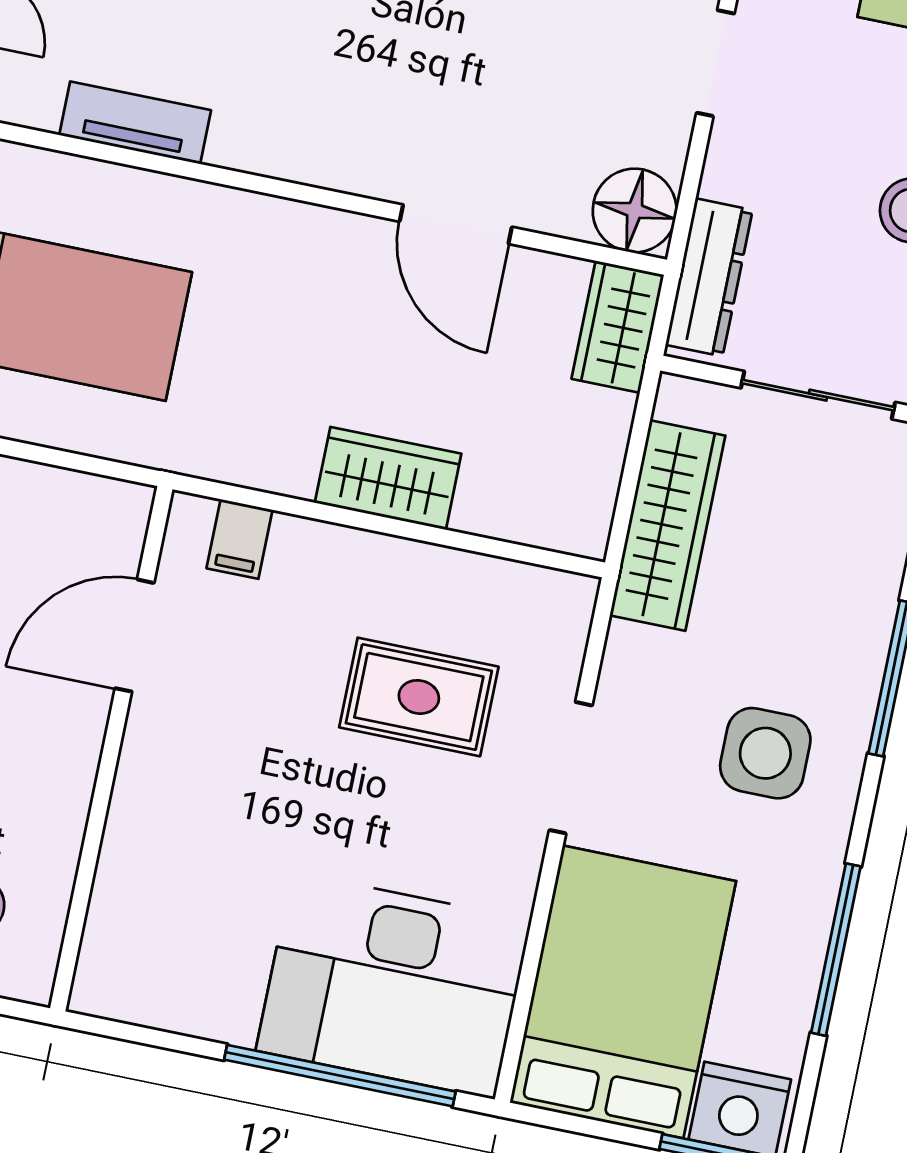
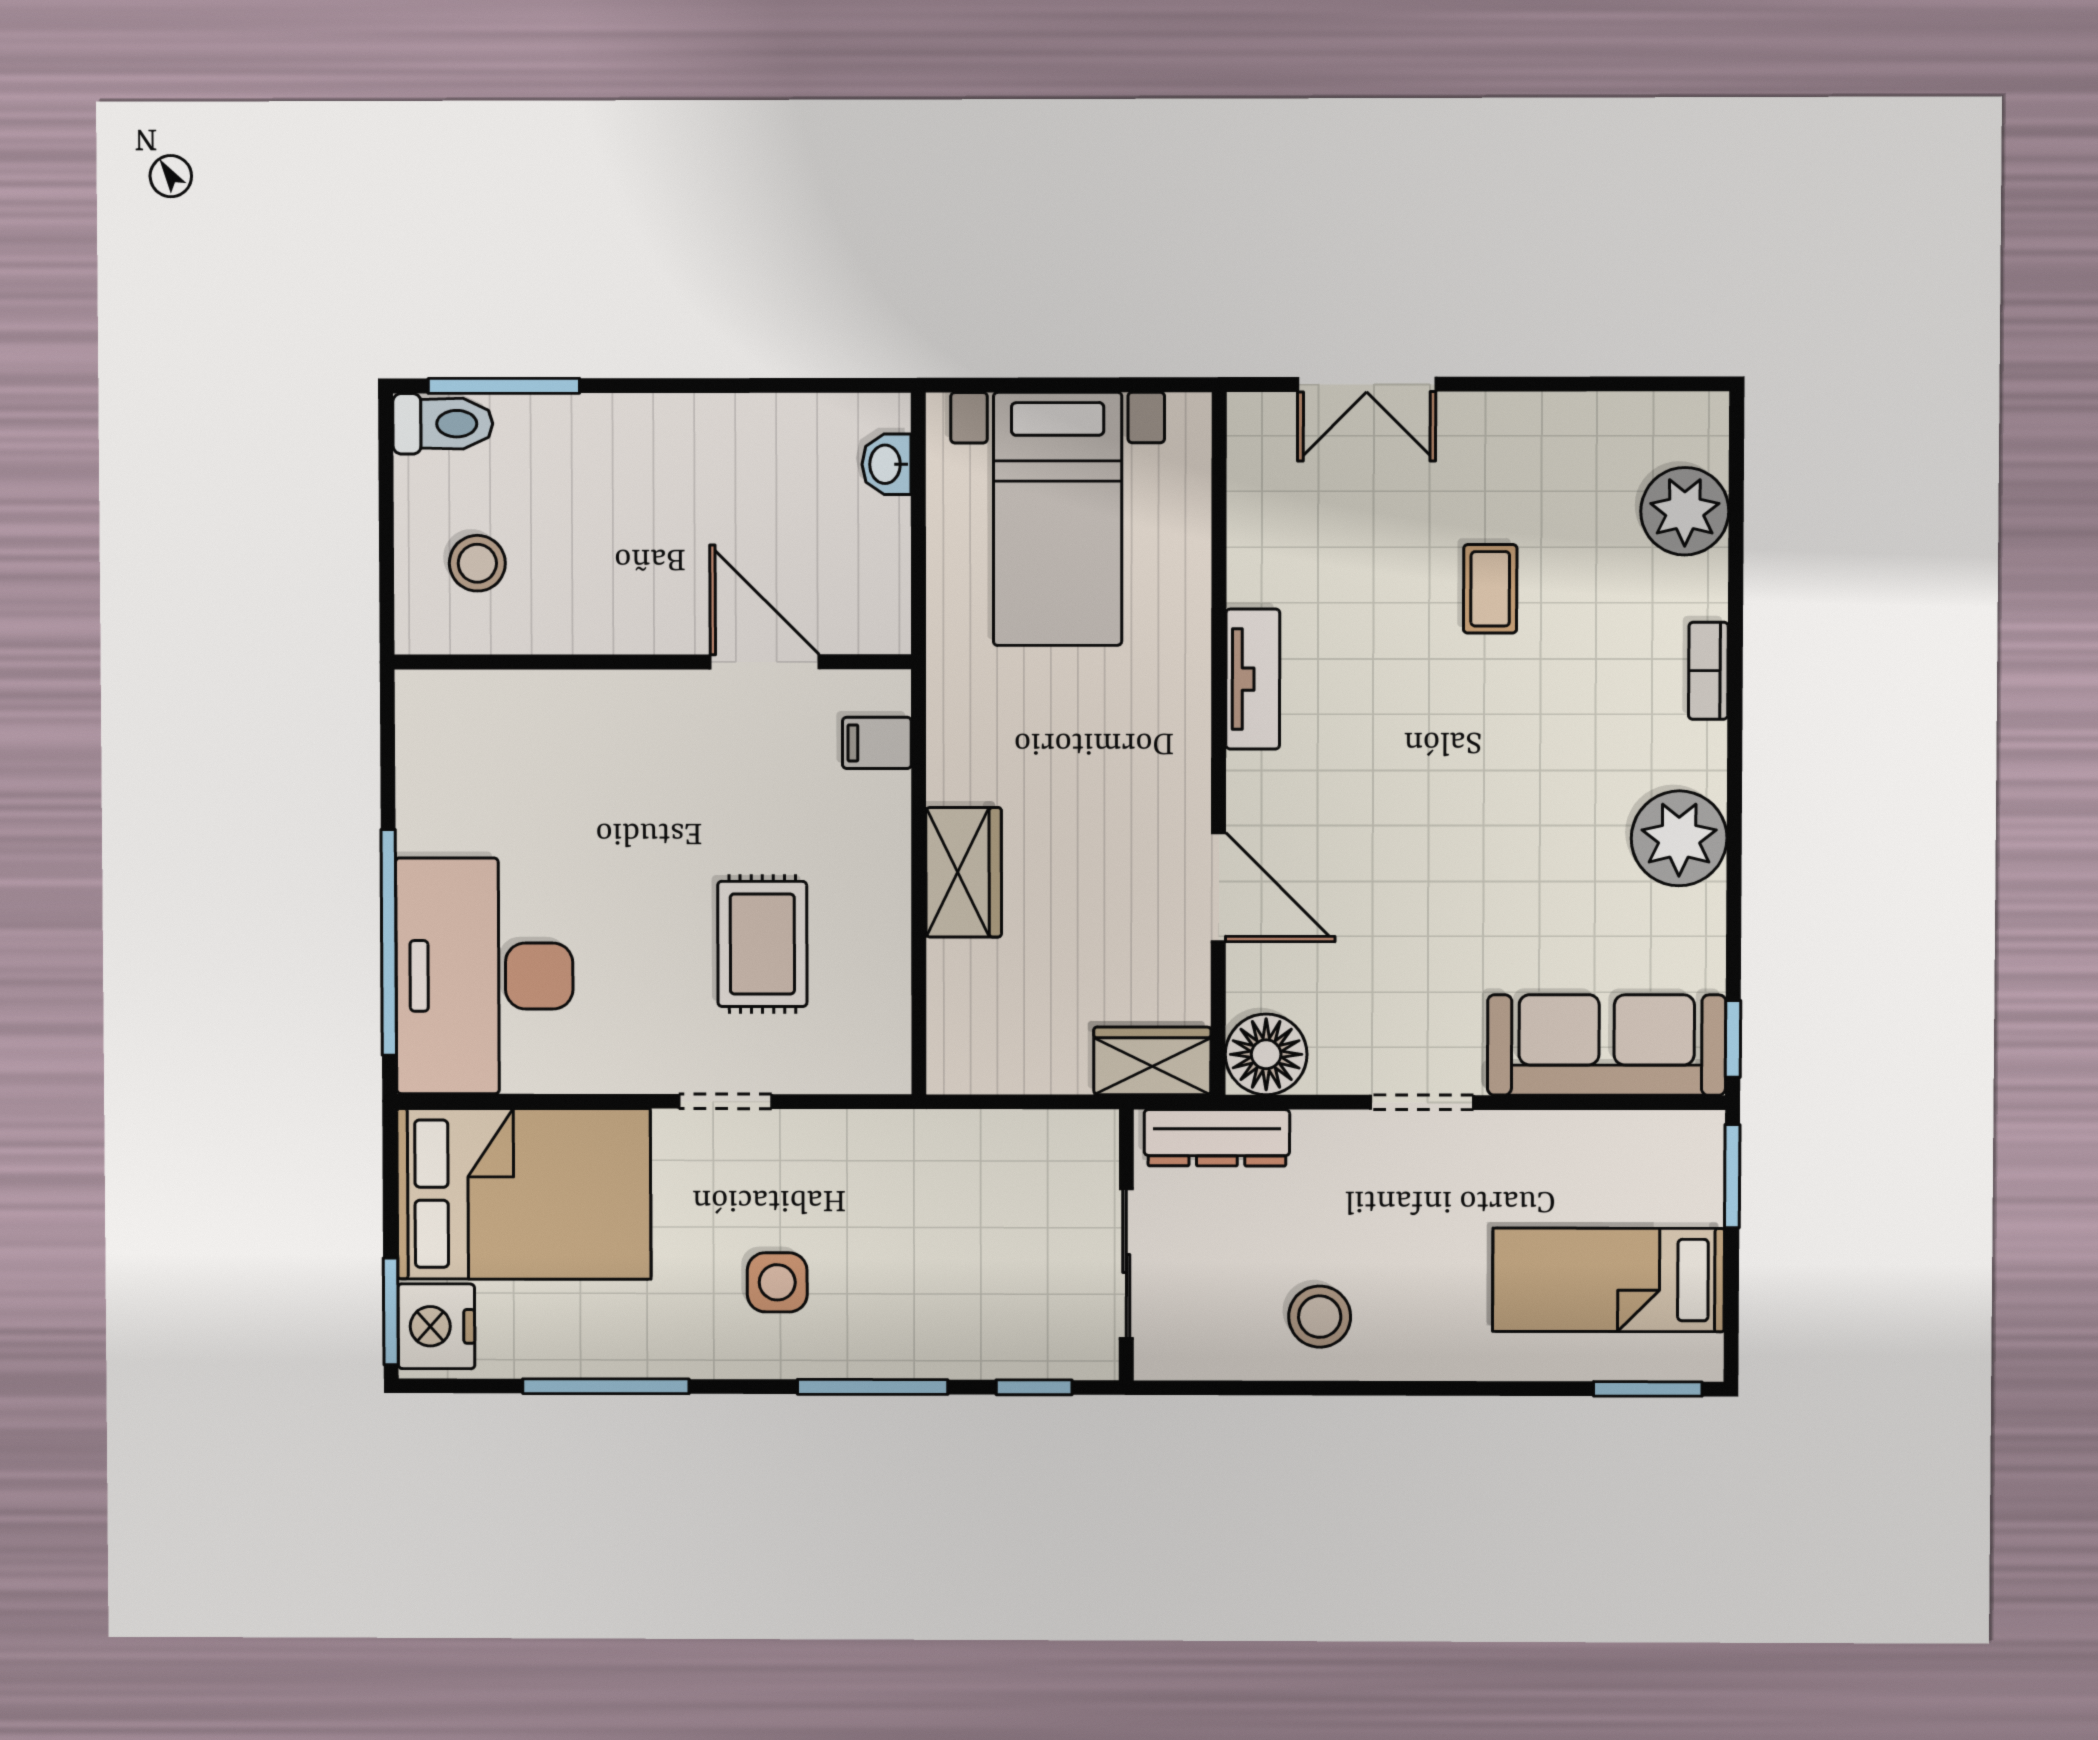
tv unit: (135, 123) -> (1253, 679), moved
door: (456, 224) -> (1218, 887), swing flipped
wardrobe: (668, 525) -> (973, 1146), removed
side table: (765, 753) -> (777, 1282), width x0.73, depth x0.73
doorway: (571, 768) -> (725, 1101), width x0.73

